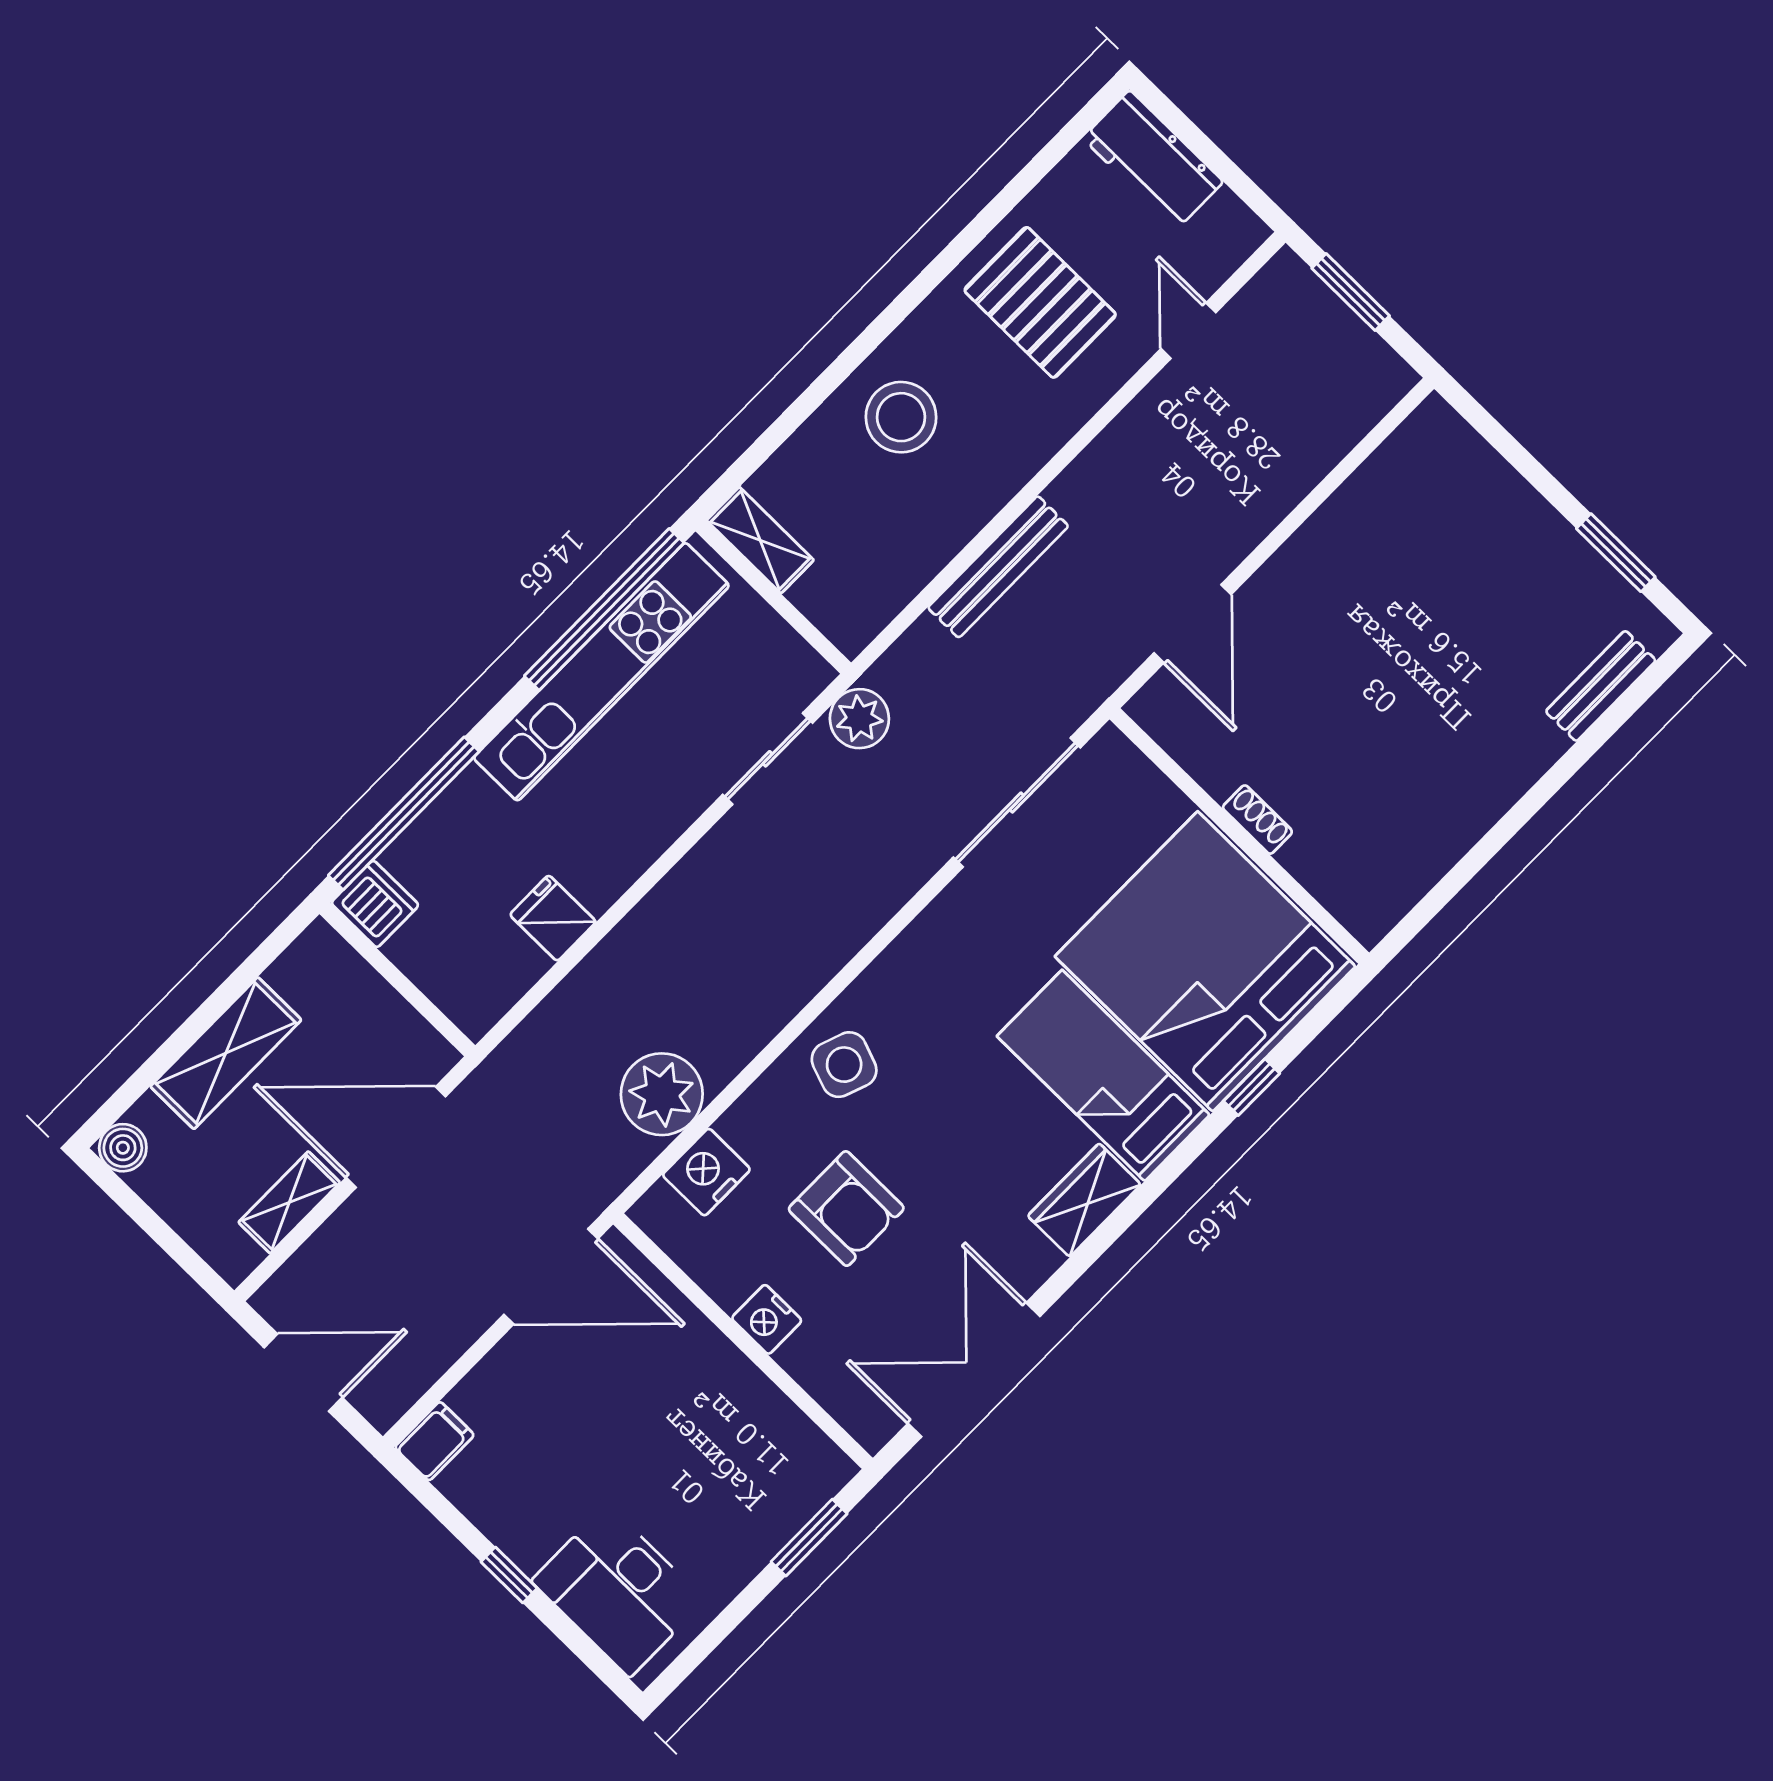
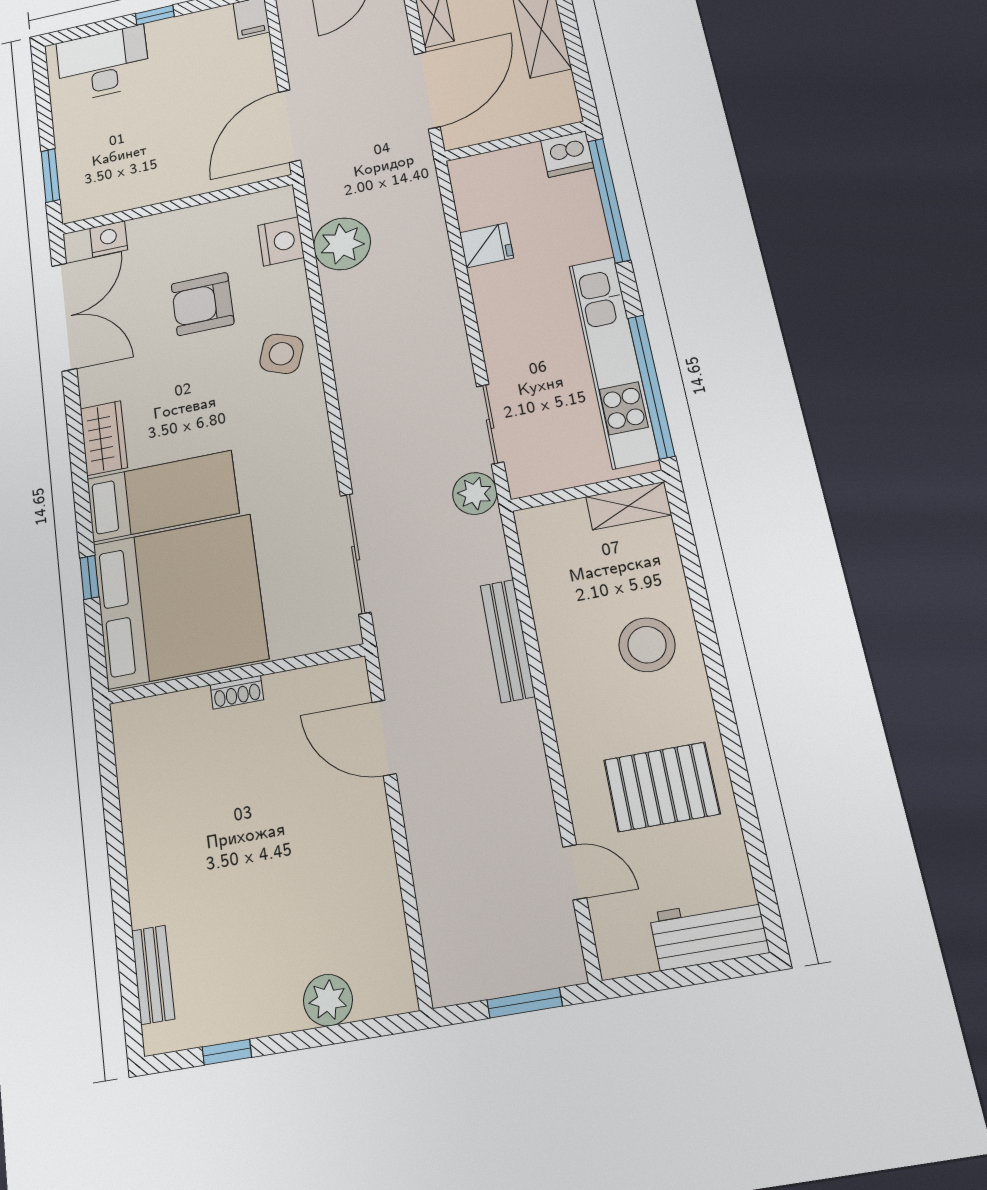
plant: (1492, 488) -> (328, 1000), added
window: (1616, 553) -> (227, 1052), width x0.67
nightstand: (767, 1319) -> (109, 239), moved

